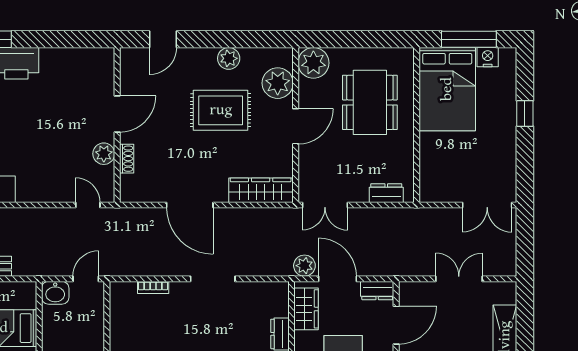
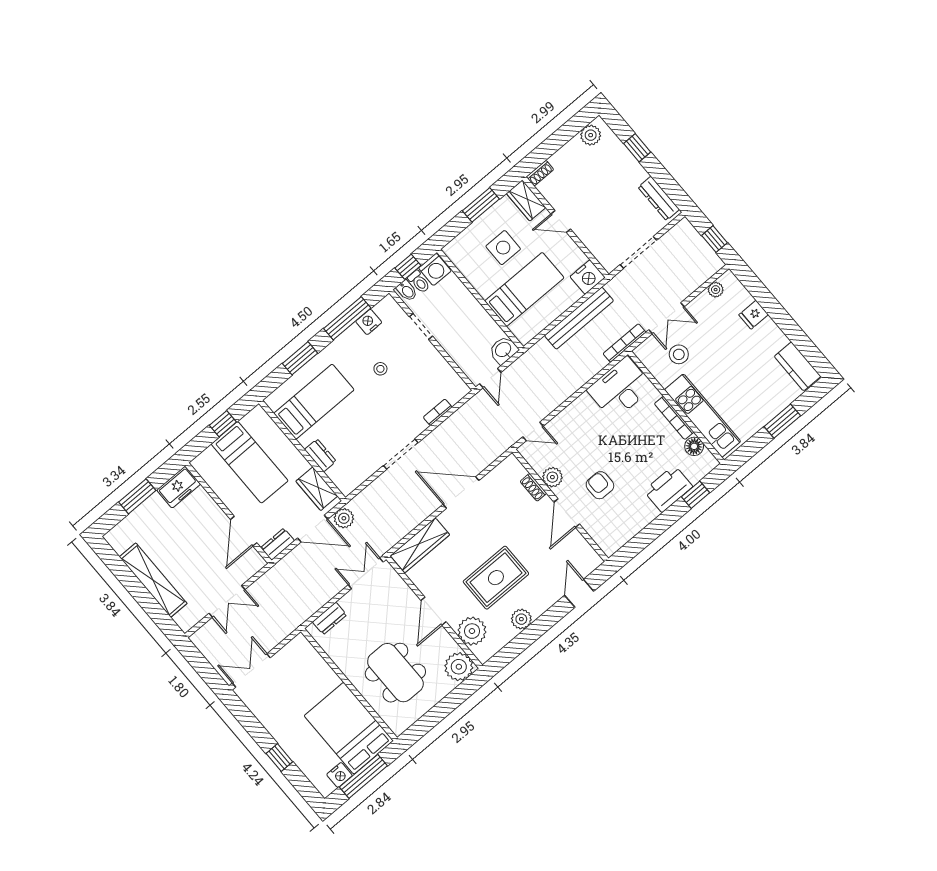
armchair: (70, 114) -> (600, 485), added

